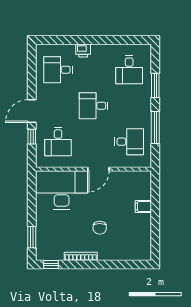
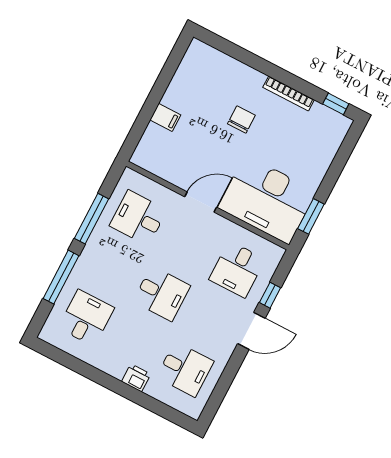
window: (155, 85) -> (61, 277), width x1.44
desk: (58, 142) -> (237, 269), turned 180
window: (32, 237) -> (311, 216), moved

